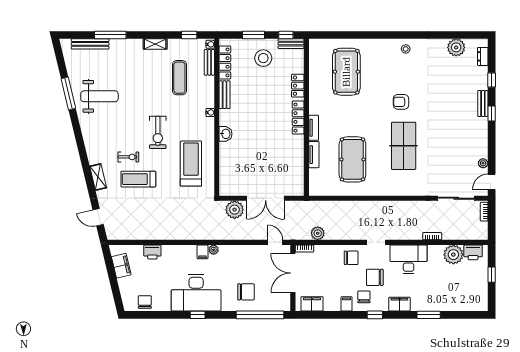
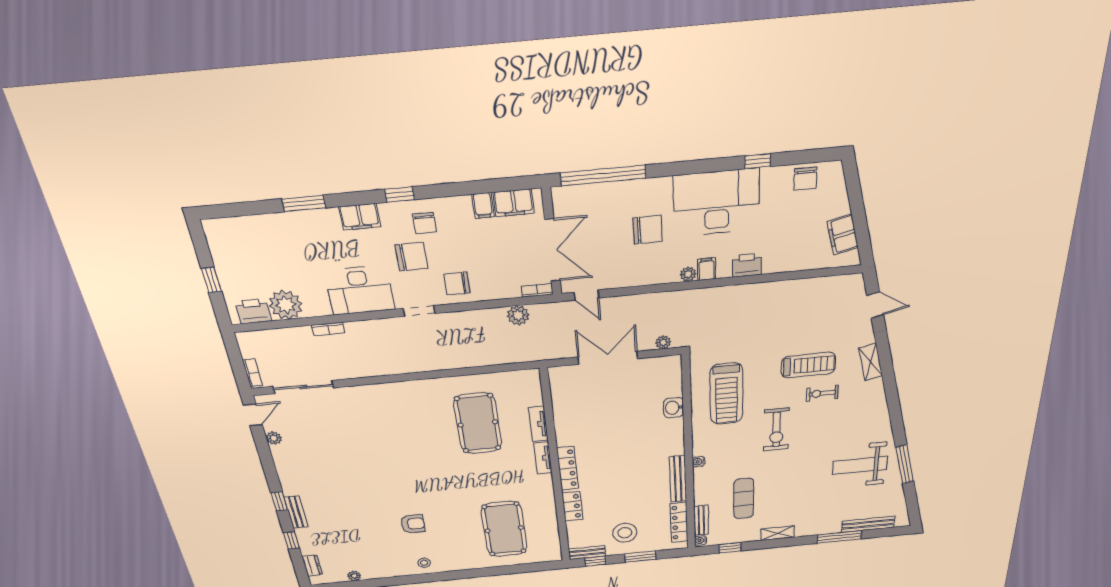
plant: (456, 47) -> (354, 576), width x0.53, depth x0.53
bench: (225, 95) -> (678, 479), width x1.36
armchair: (401, 102) -> (413, 524), moved
exercise bike: (158, 132) -> (776, 429), turned 180
washbasin: (226, 134) -> (674, 408), moved
table tennis table: (404, 146) -> (402, 449), removed
plant: (235, 210) -> (663, 342), width x0.53, depth x0.53
printer: (152, 252) -> (747, 265), moved
chair: (246, 292) -> (648, 230), moved, turned 180
filing cabinet: (346, 304) -> (483, 206), moved
window: (198, 315) -> (758, 161), moved

